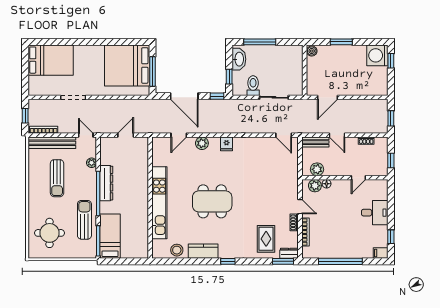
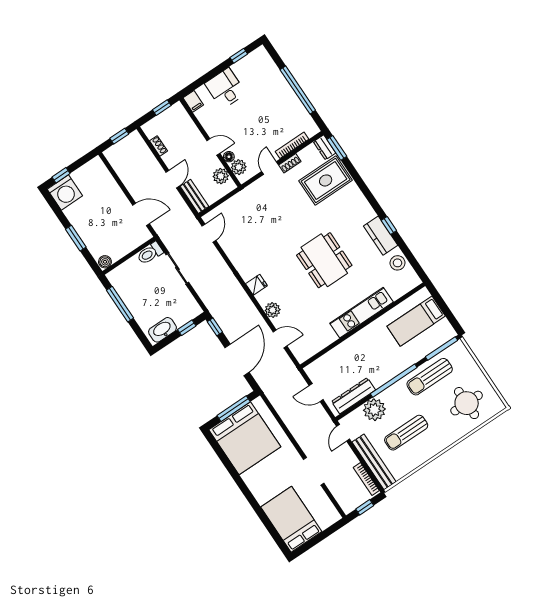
window: (260, 42) -> (120, 304), moved
toilet: (253, 86) -> (150, 253), moved
plant: (92, 163) -> (374, 410), width x1.88, depth x1.88
sun lounger: (57, 178) -> (406, 433), turned 180
door: (358, 178) -> (213, 147), moved
dresser: (106, 183) -> (354, 396), moved
kitchen unit: (159, 203) -> (361, 313), width x0.73
bed: (110, 236) -> (416, 321), moved
rug: (266, 239) -> (326, 180), width x1.36, depth x1.43
filing cabinet: (381, 253) -> (193, 101), moved
window: (228, 261) -> (389, 226), moved

